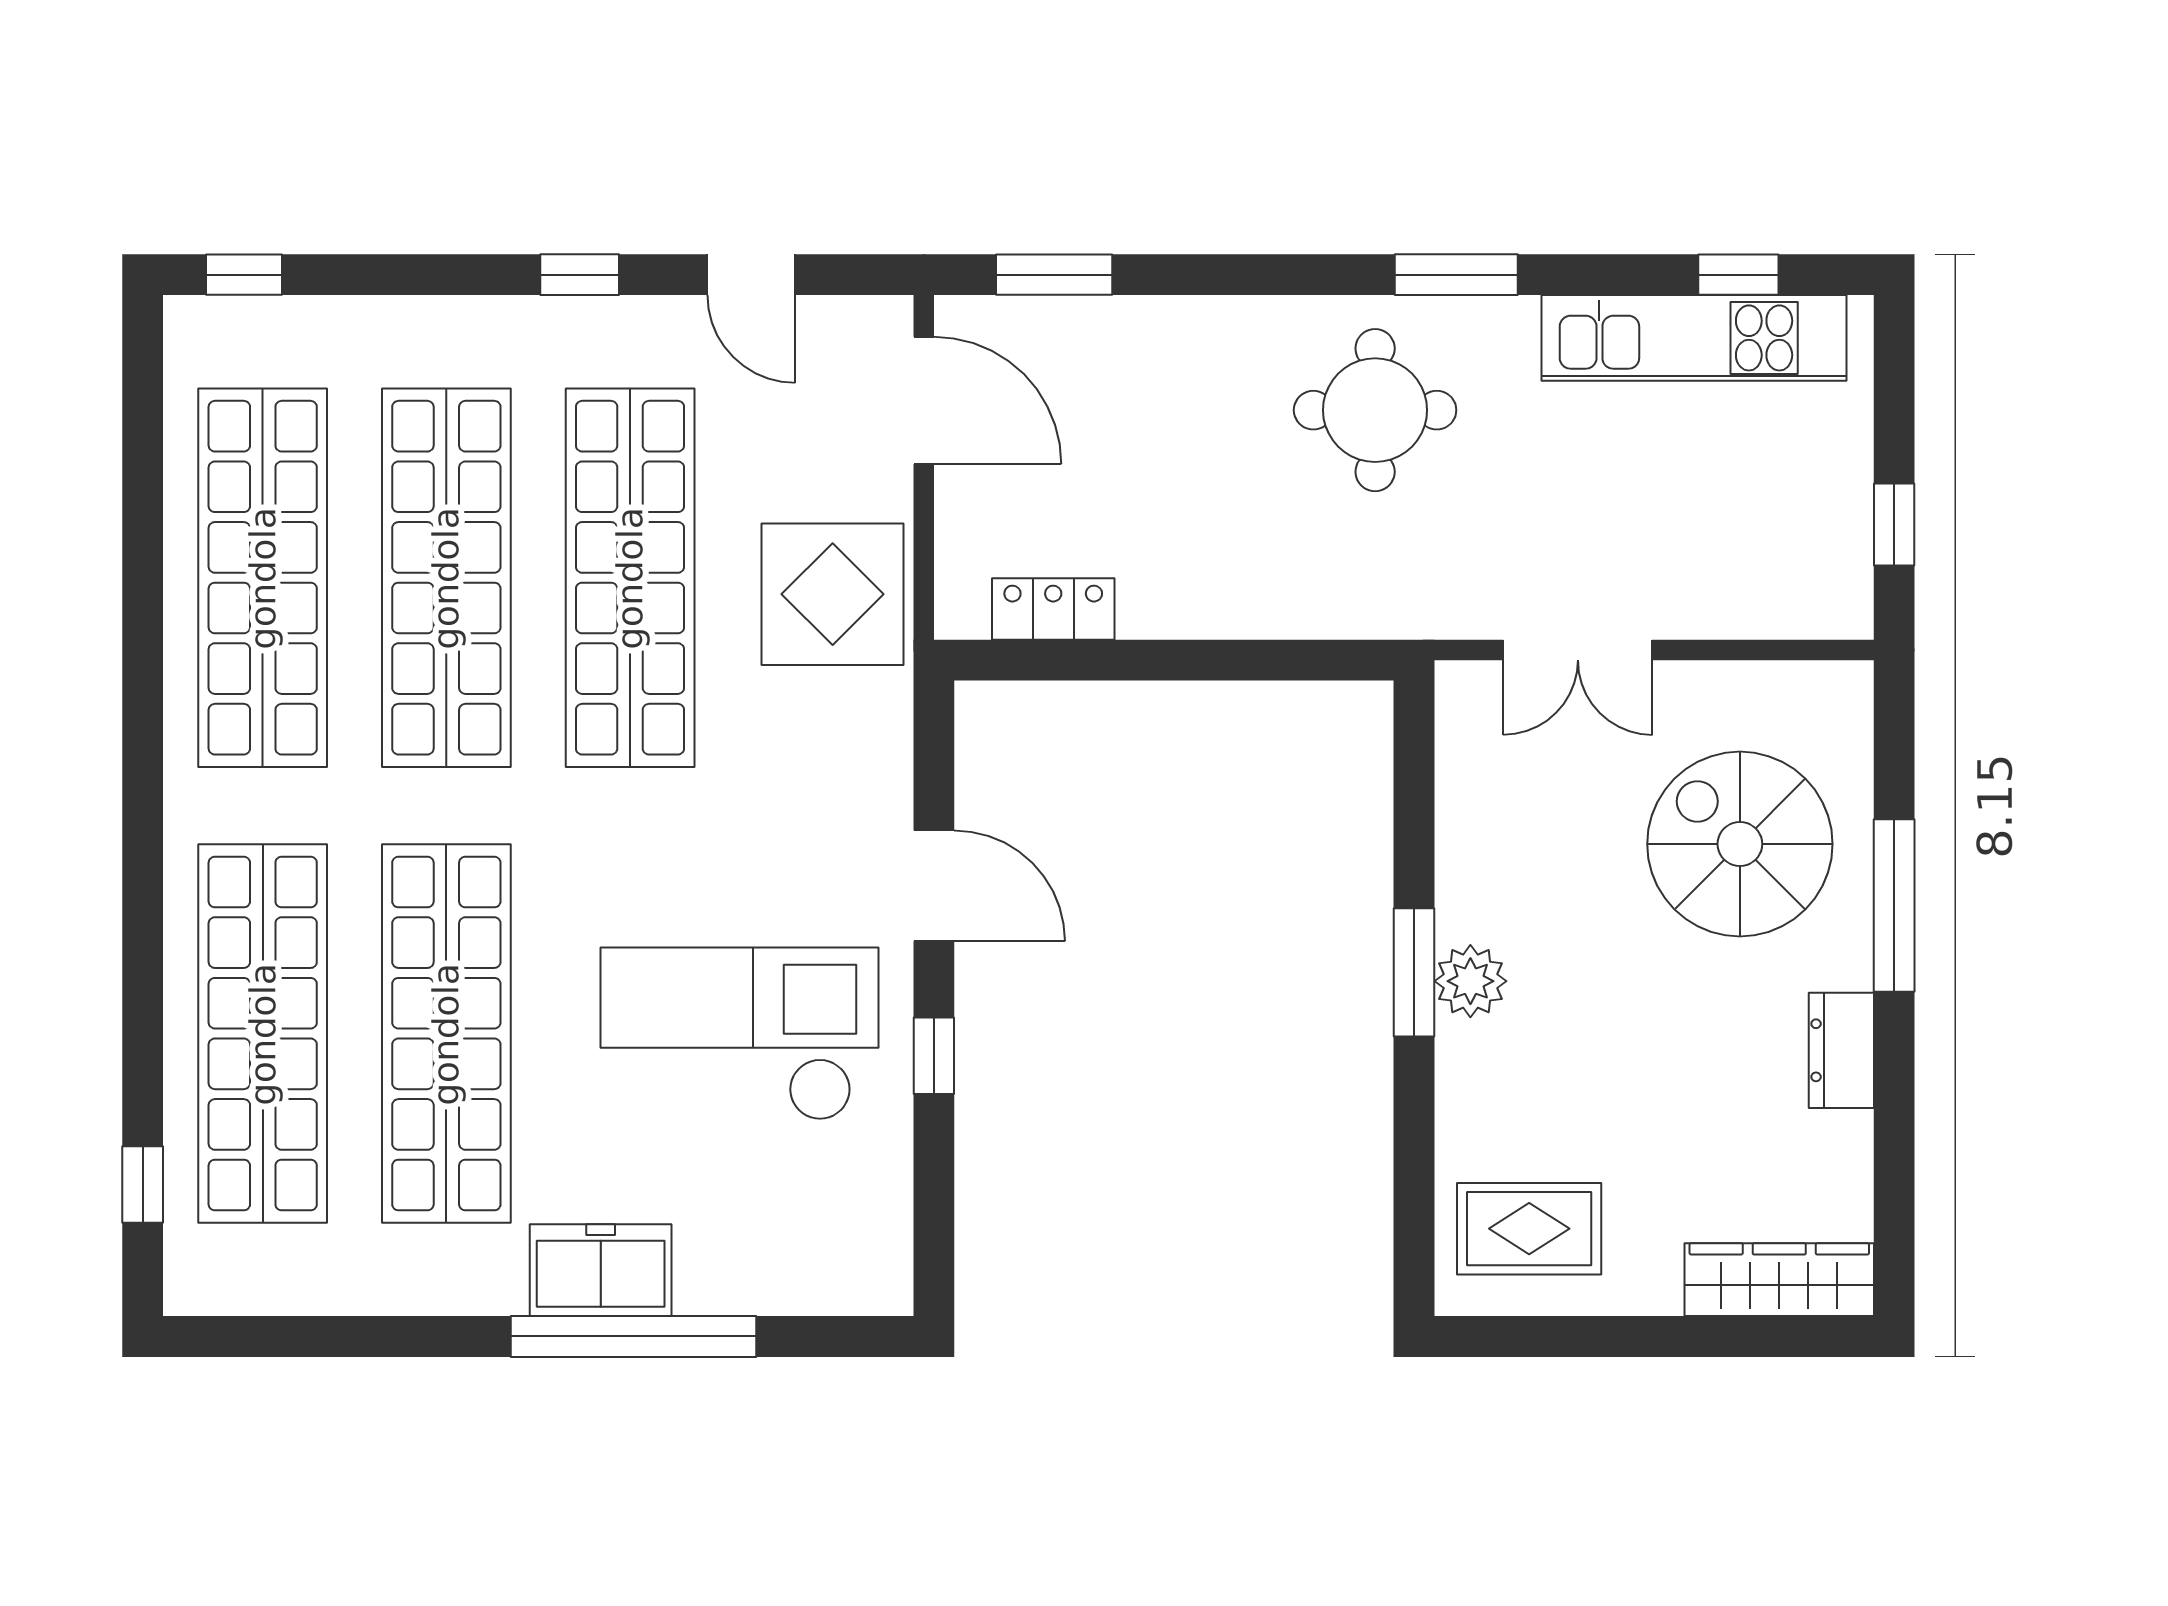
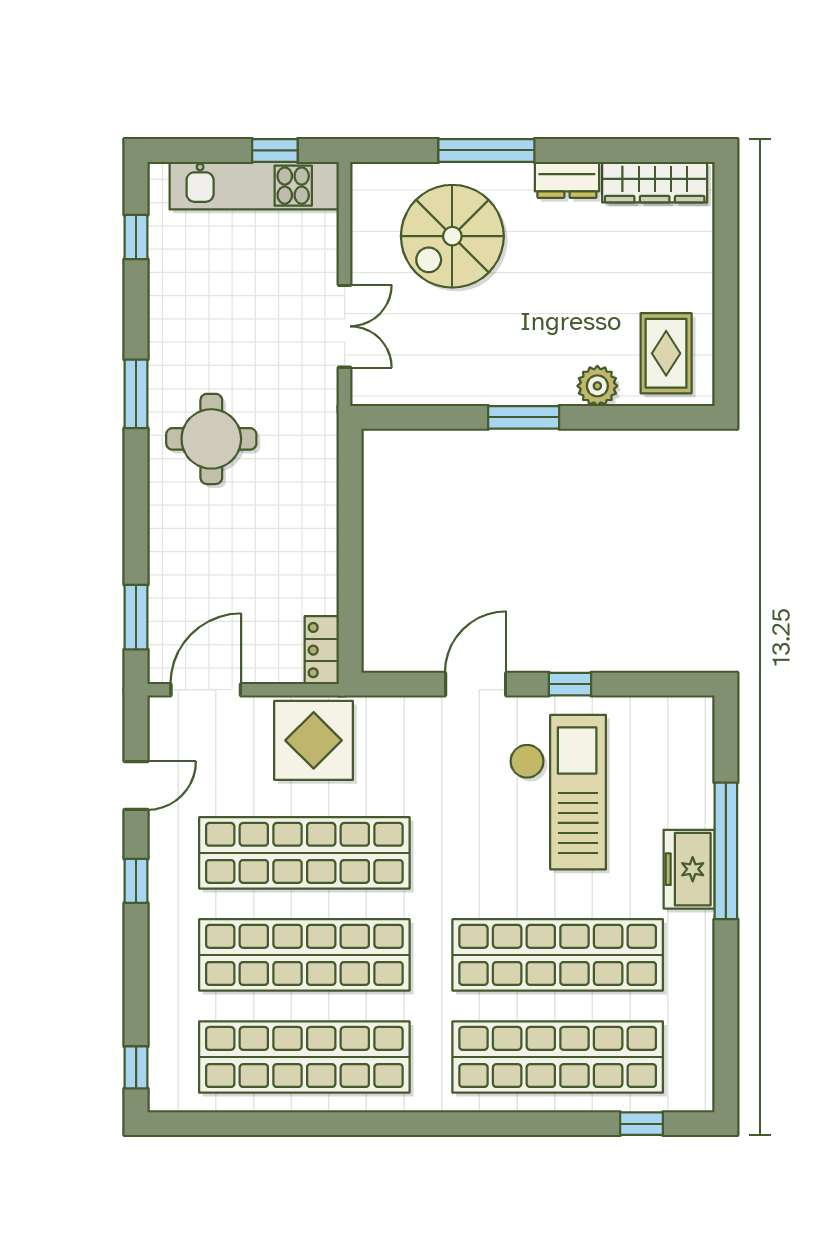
kitchen unit: (1694, 338) -> (254, 186), moved, turned 90
locker: (1053, 609) -> (322, 650), moved
plant: (1470, 981) -> (597, 386), moved
checkout: (739, 1034) -> (558, 792), turned 180
wardrobe: (1779, 1280) -> (655, 182), moved, turned -90

